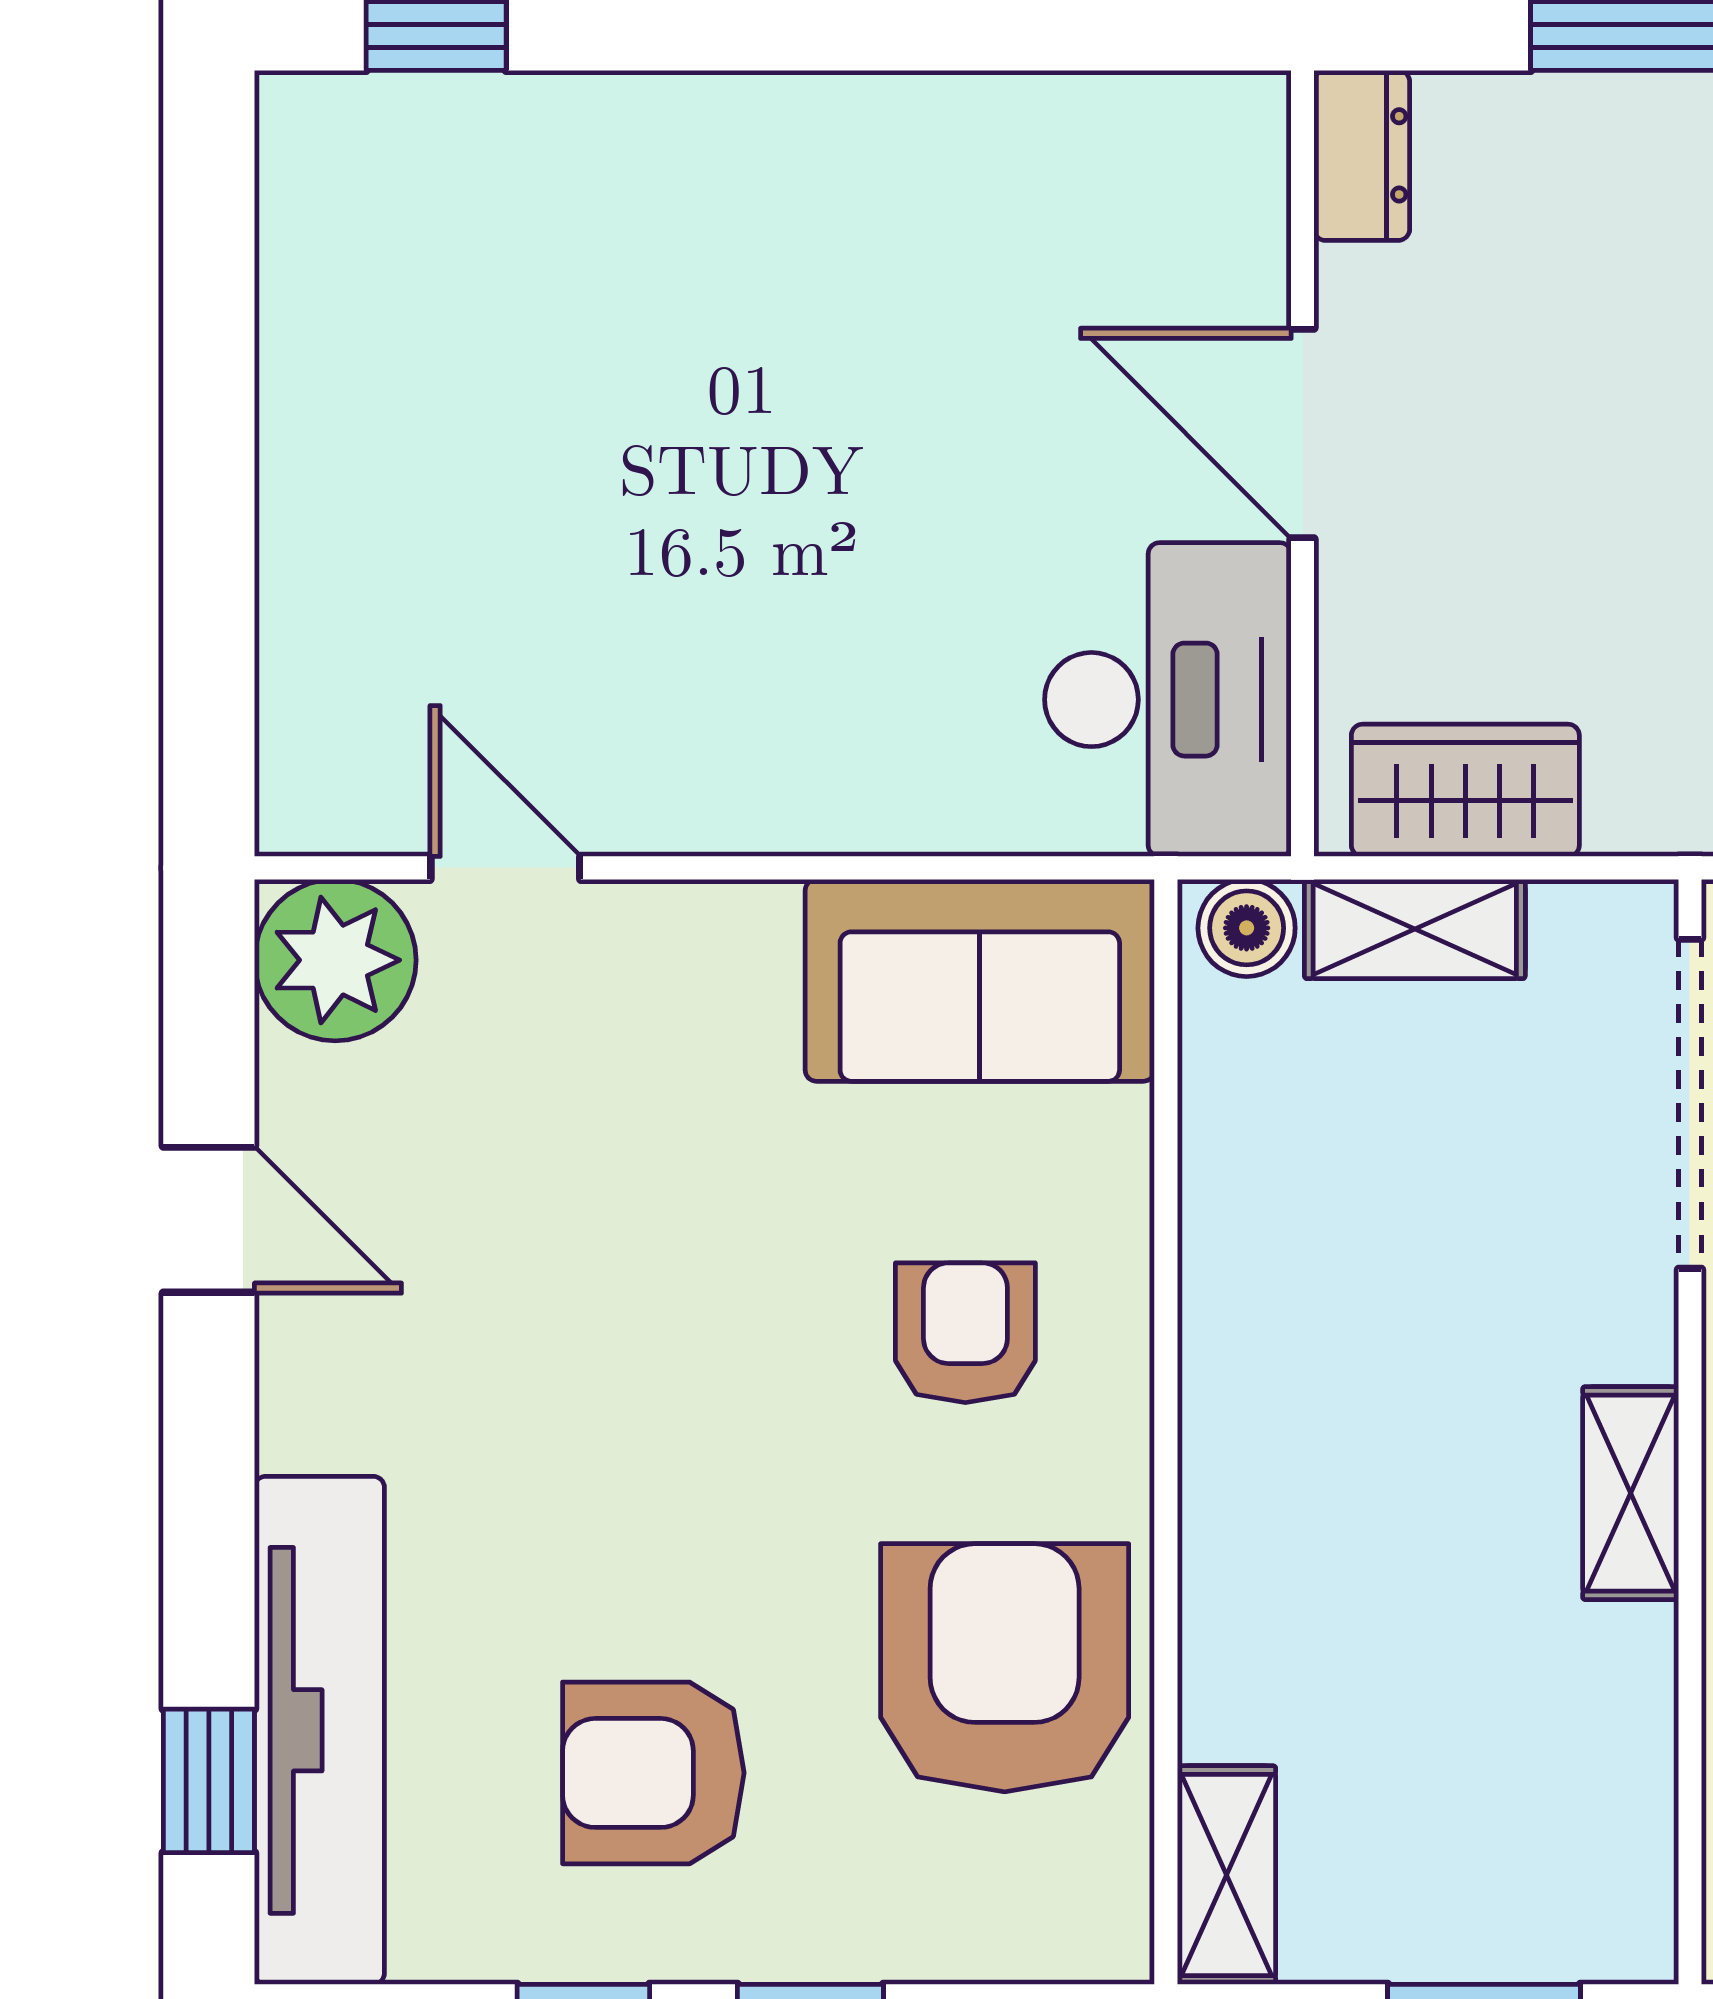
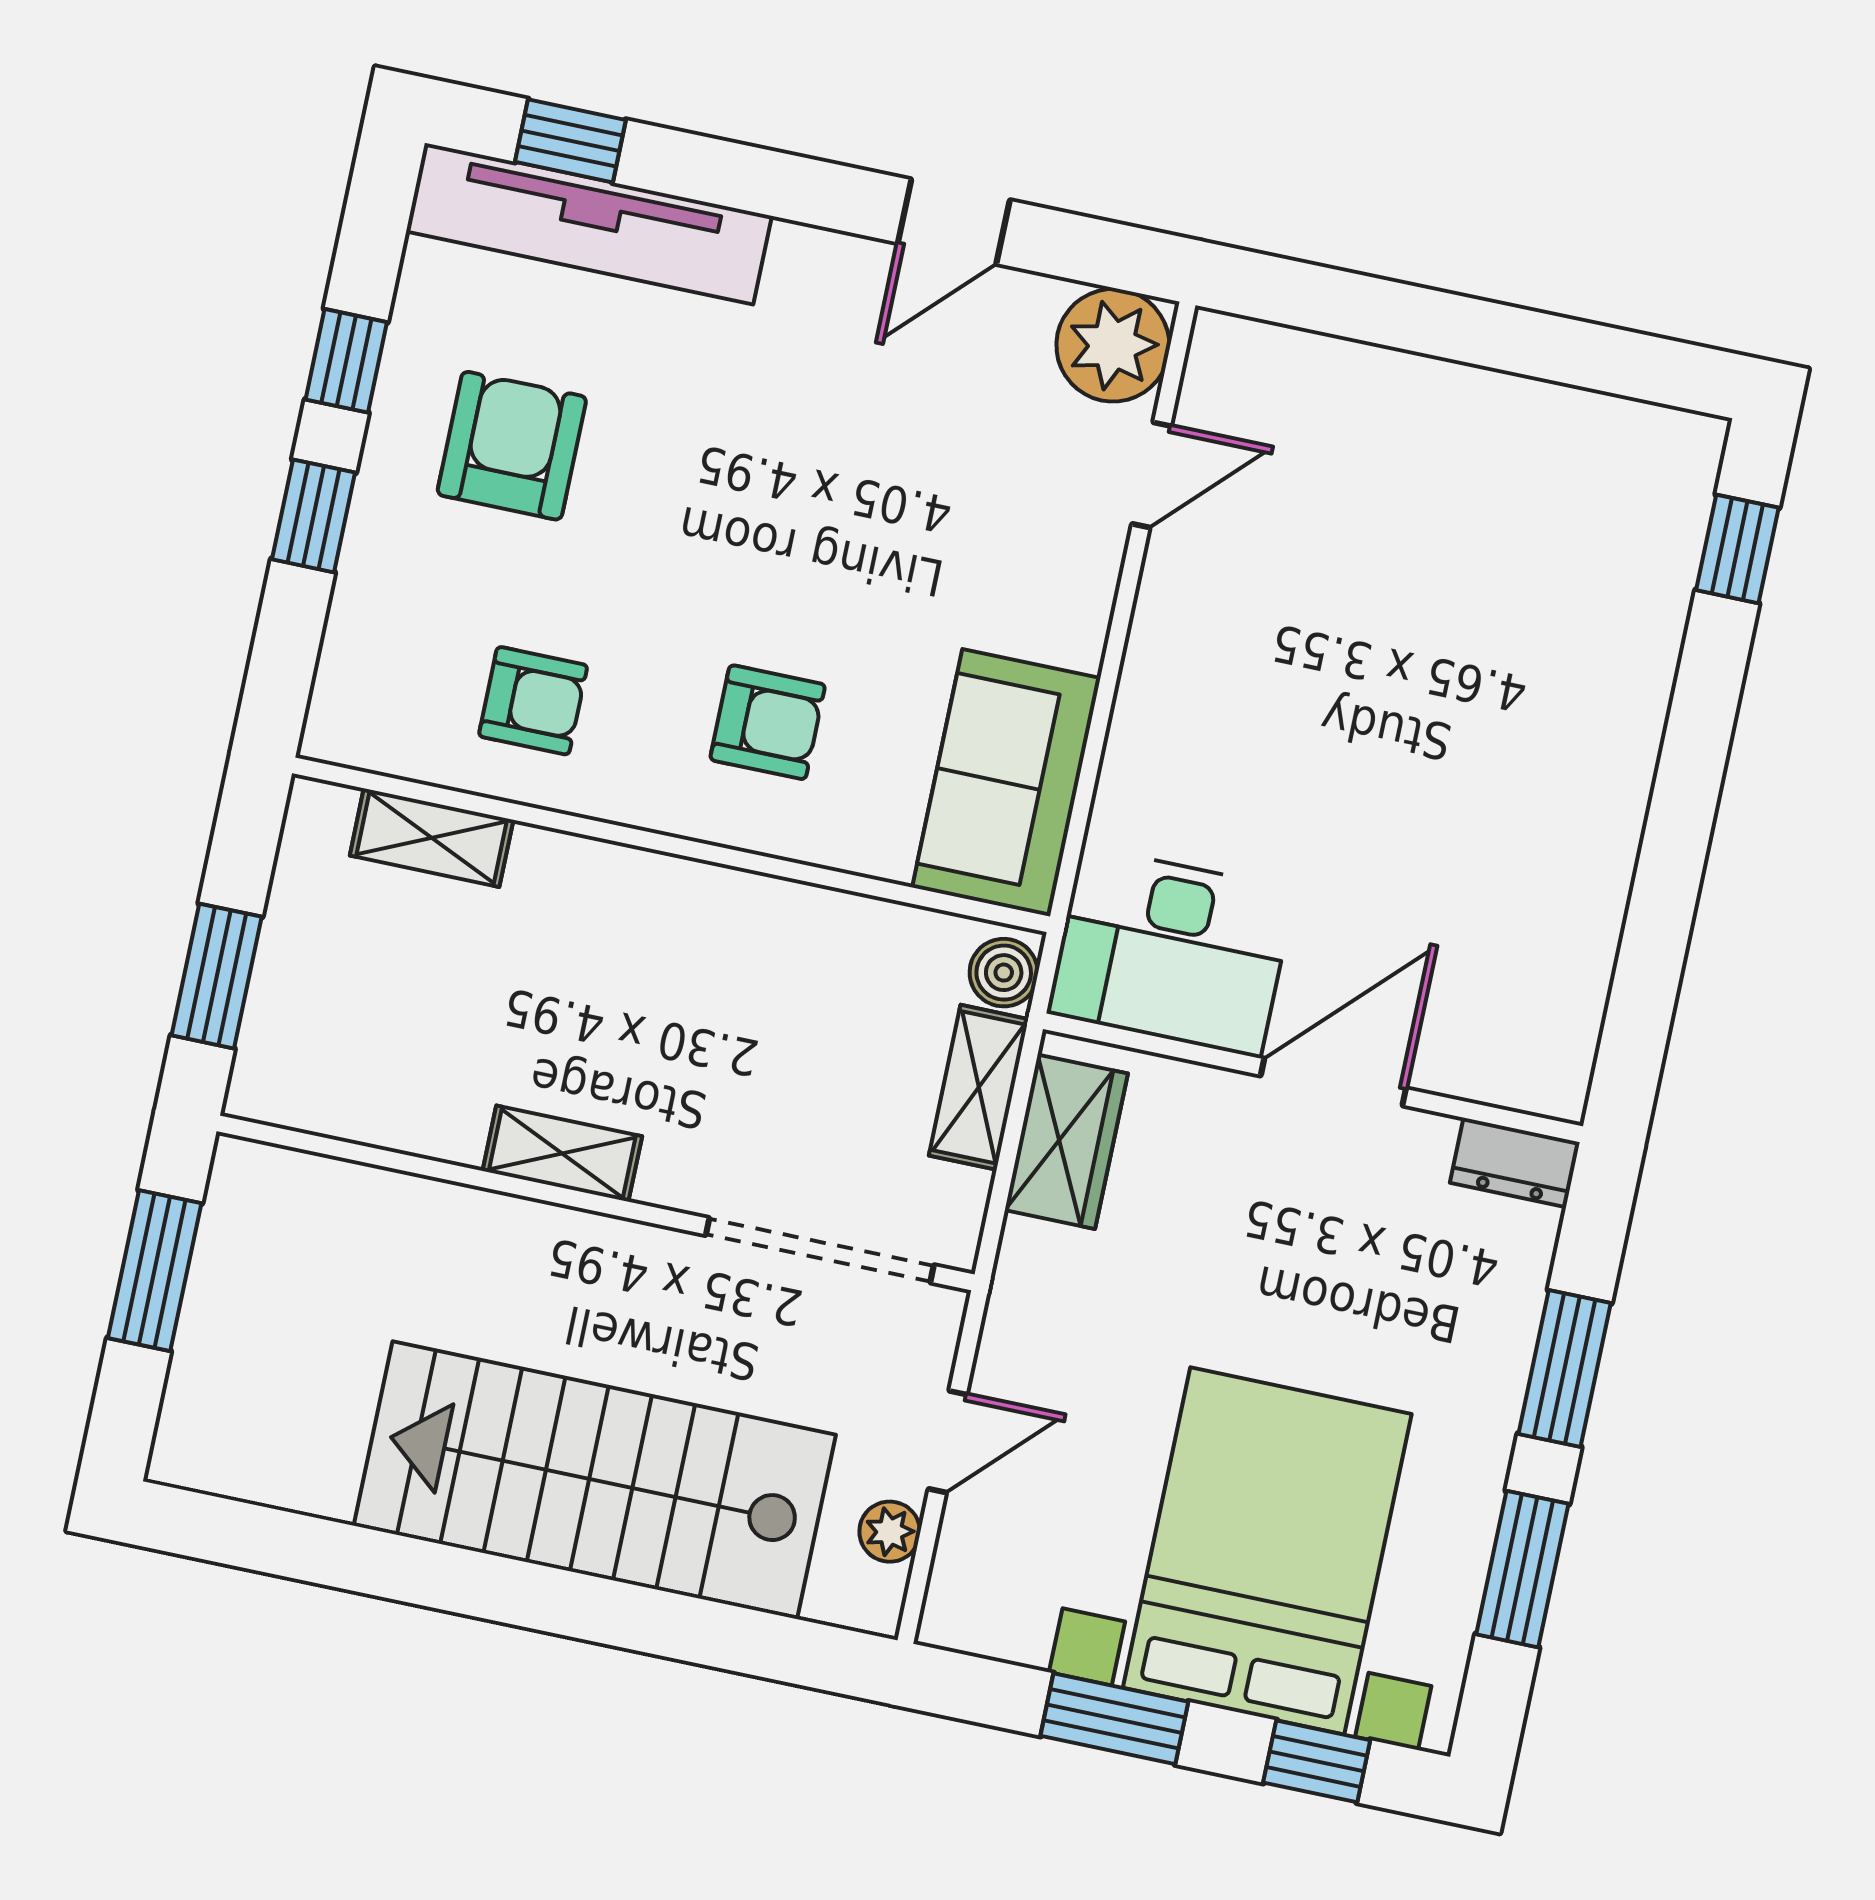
armchair: (1005, 1668) -> (533, 701), width x0.53, depth x0.53
shelving: (1226, 1875) -> (432, 838), moved

